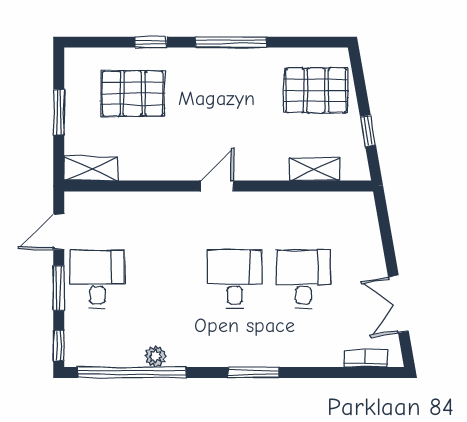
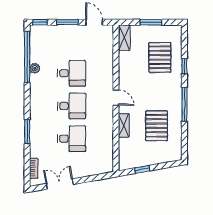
pallet: (316, 90) -> (157, 126), moved
shelving: (315, 169) -> (124, 125), moved
desk: (97, 279) -> (72, 73), moved
window: (253, 372) -> (27, 132), moved

